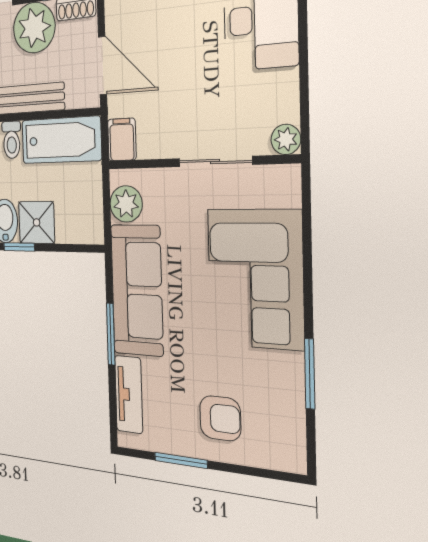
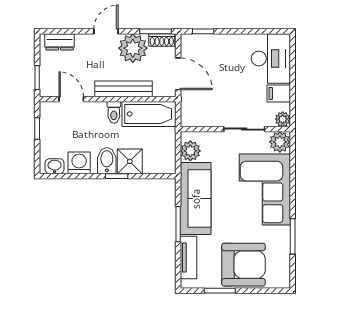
filing cabinet: (122, 140) -> (279, 93), moved, turned -90
plant: (281, 185) -> (280, 142), added
armchair: (220, 418) -> (244, 265), width x1.88, depth x1.88

